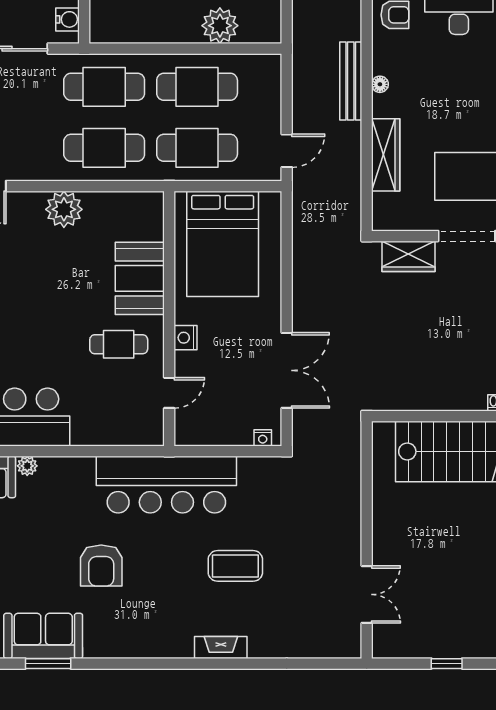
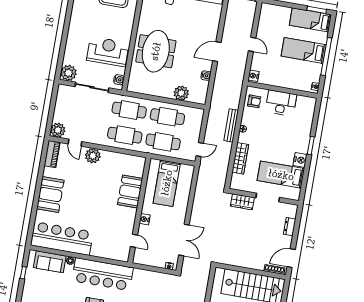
plant: (64, 209) -> (93, 156), moved
bed: (223, 244) -> (167, 183), width x0.67
cafe table: (119, 344) -> (117, 217), removed
door: (169, 393) -> (134, 241), hinge flipped
bar counter: (166, 485) -> (103, 274), moved

